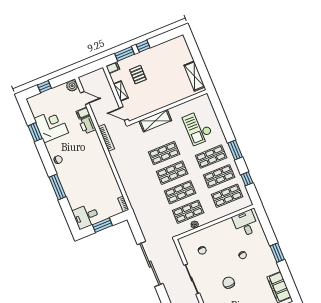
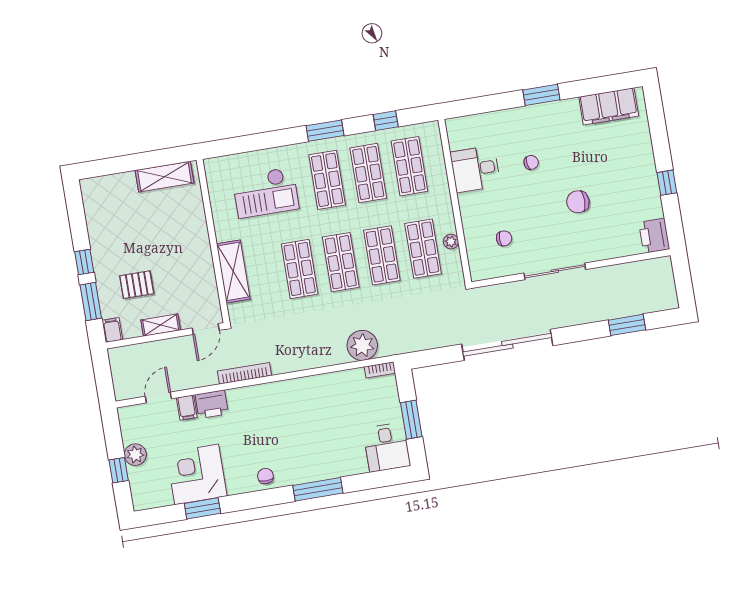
plant: (72, 86) -> (135, 455), moved
plant: (133, 193) -> (362, 345), added
desk: (245, 223) -> (475, 169), moved

